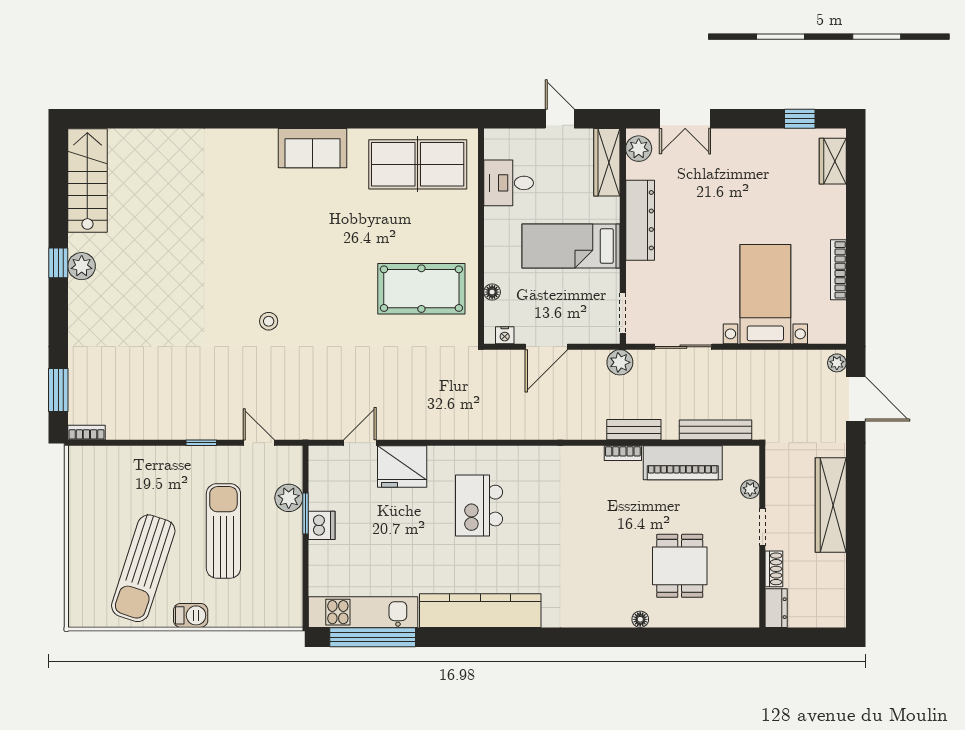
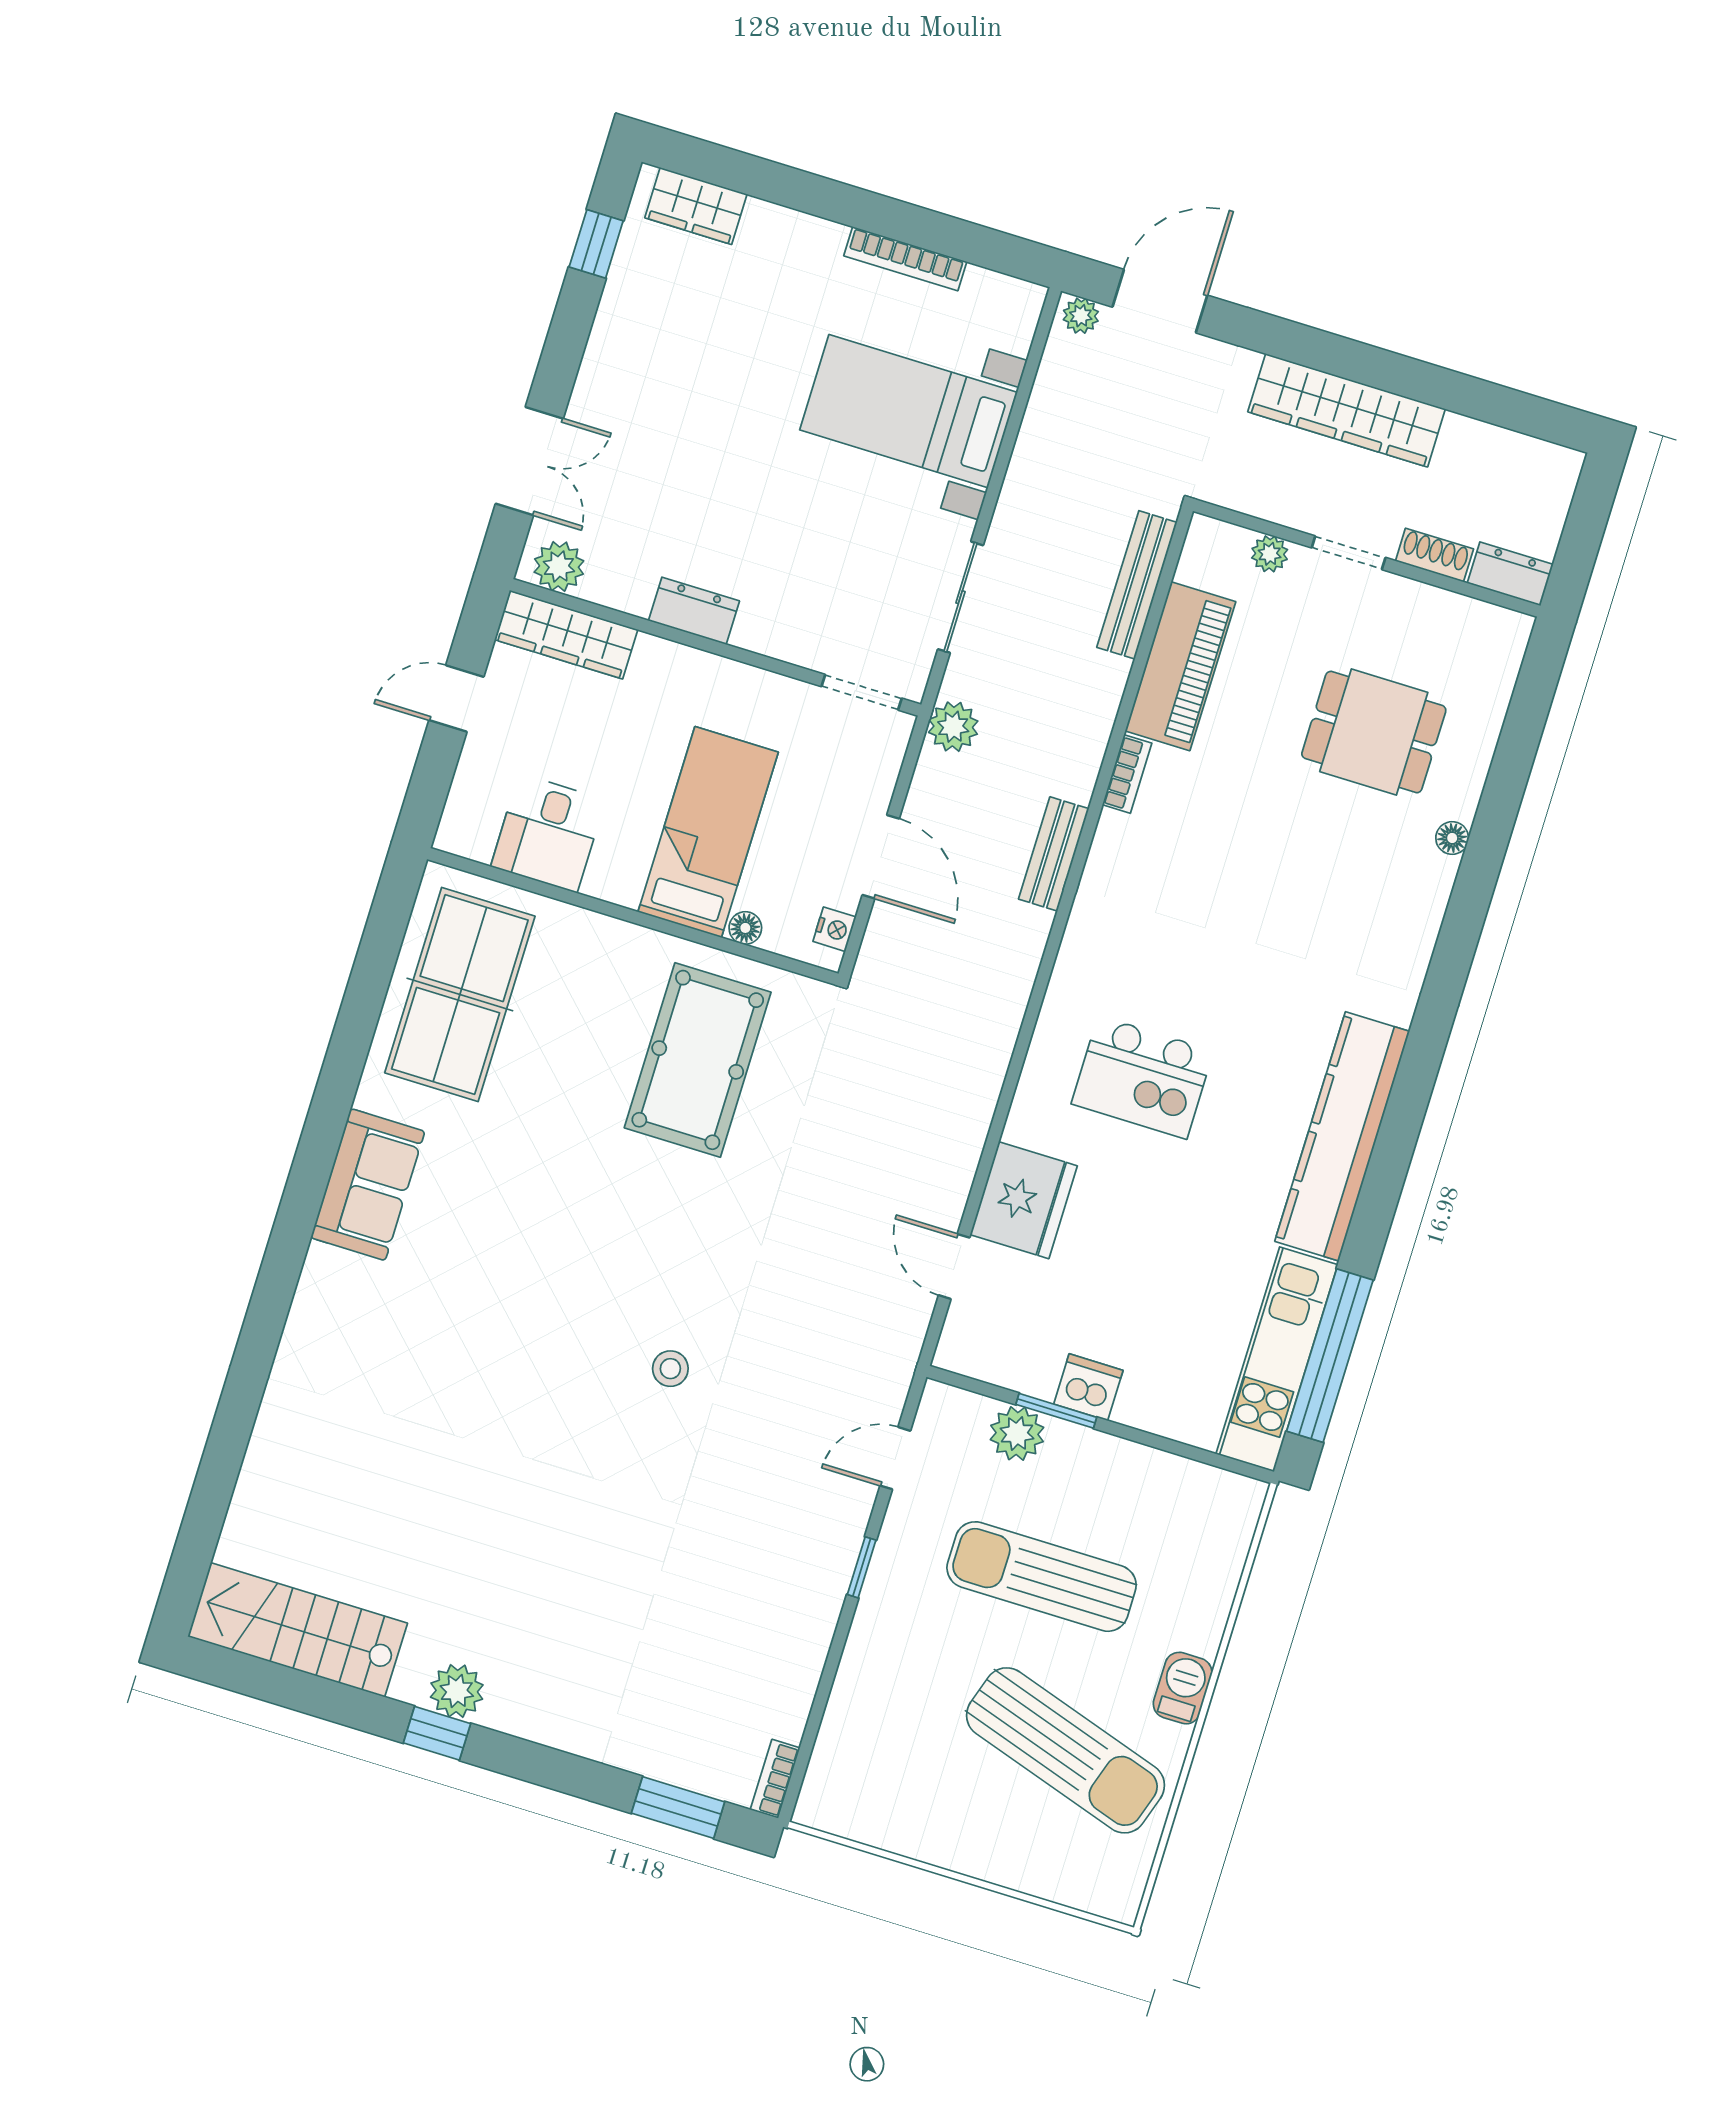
dresser: (640, 220) -> (694, 611), width x0.51, depth x0.80
bed: (571, 246) -> (708, 832), moved, turned 180
bench: (634, 430) -> (1054, 854), moved

